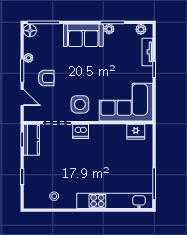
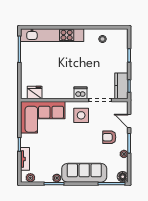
sofa: (83, 35) -> (84, 173), width x1.36

